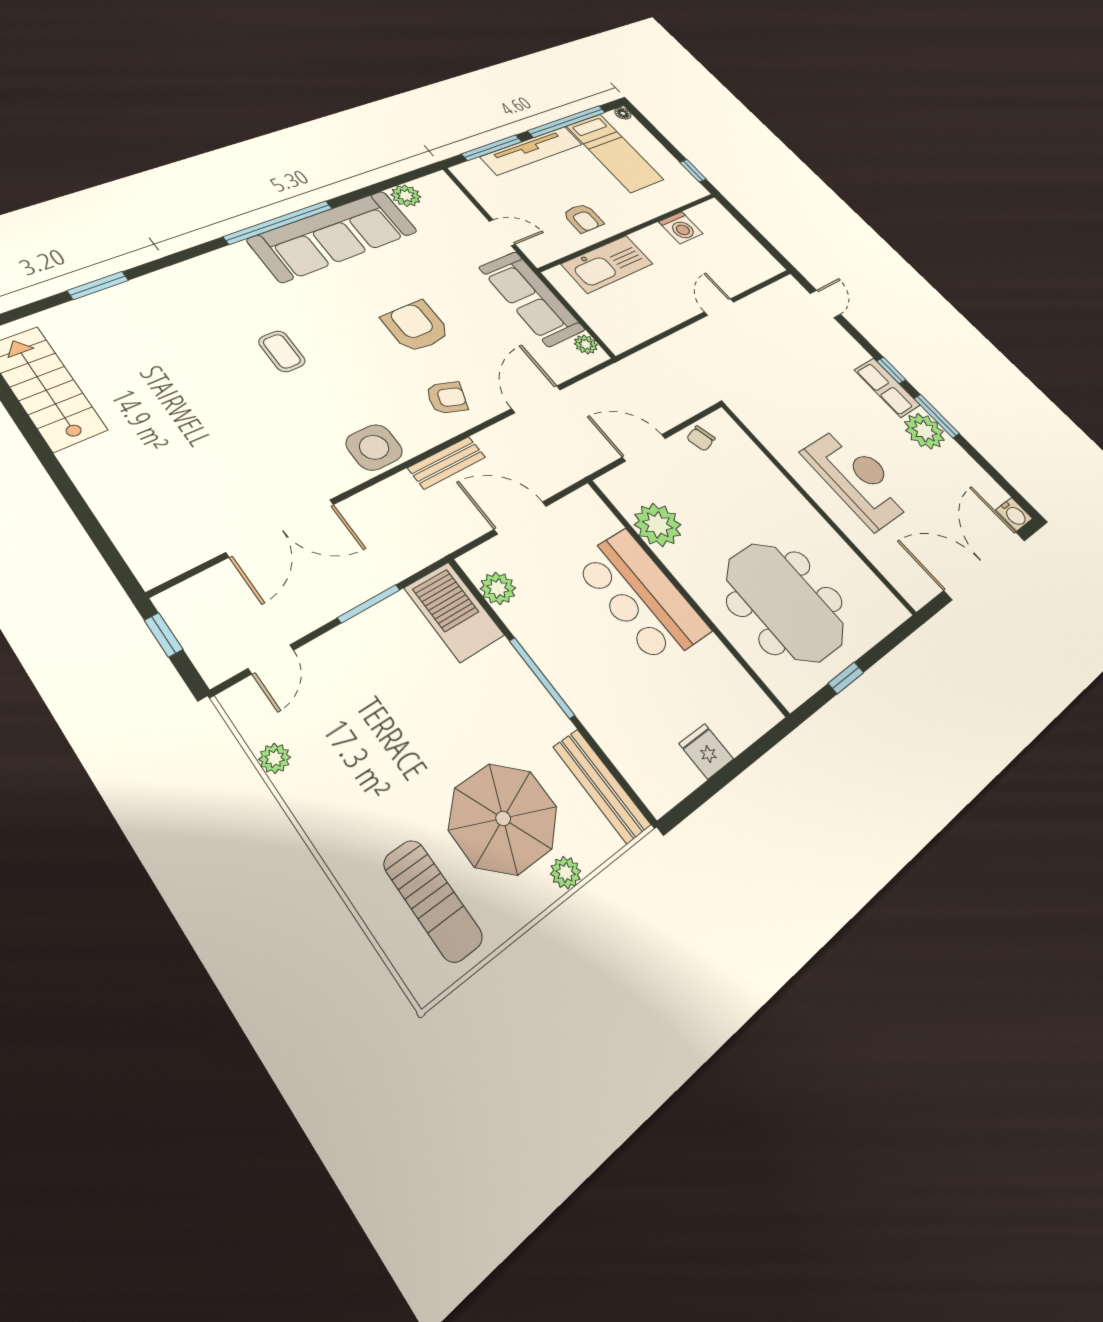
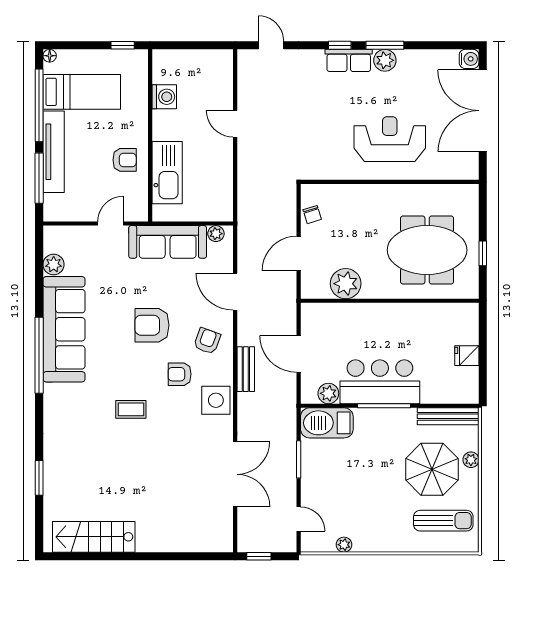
armchair: (376, 386) -> (180, 374), added
plant: (924, 431) -> (385, 60), width x0.73, depth x0.73
door: (520, 518) -> (299, 354), hinge flipped
bar counter: (641, 596) -> (380, 382), moved, turned 180

